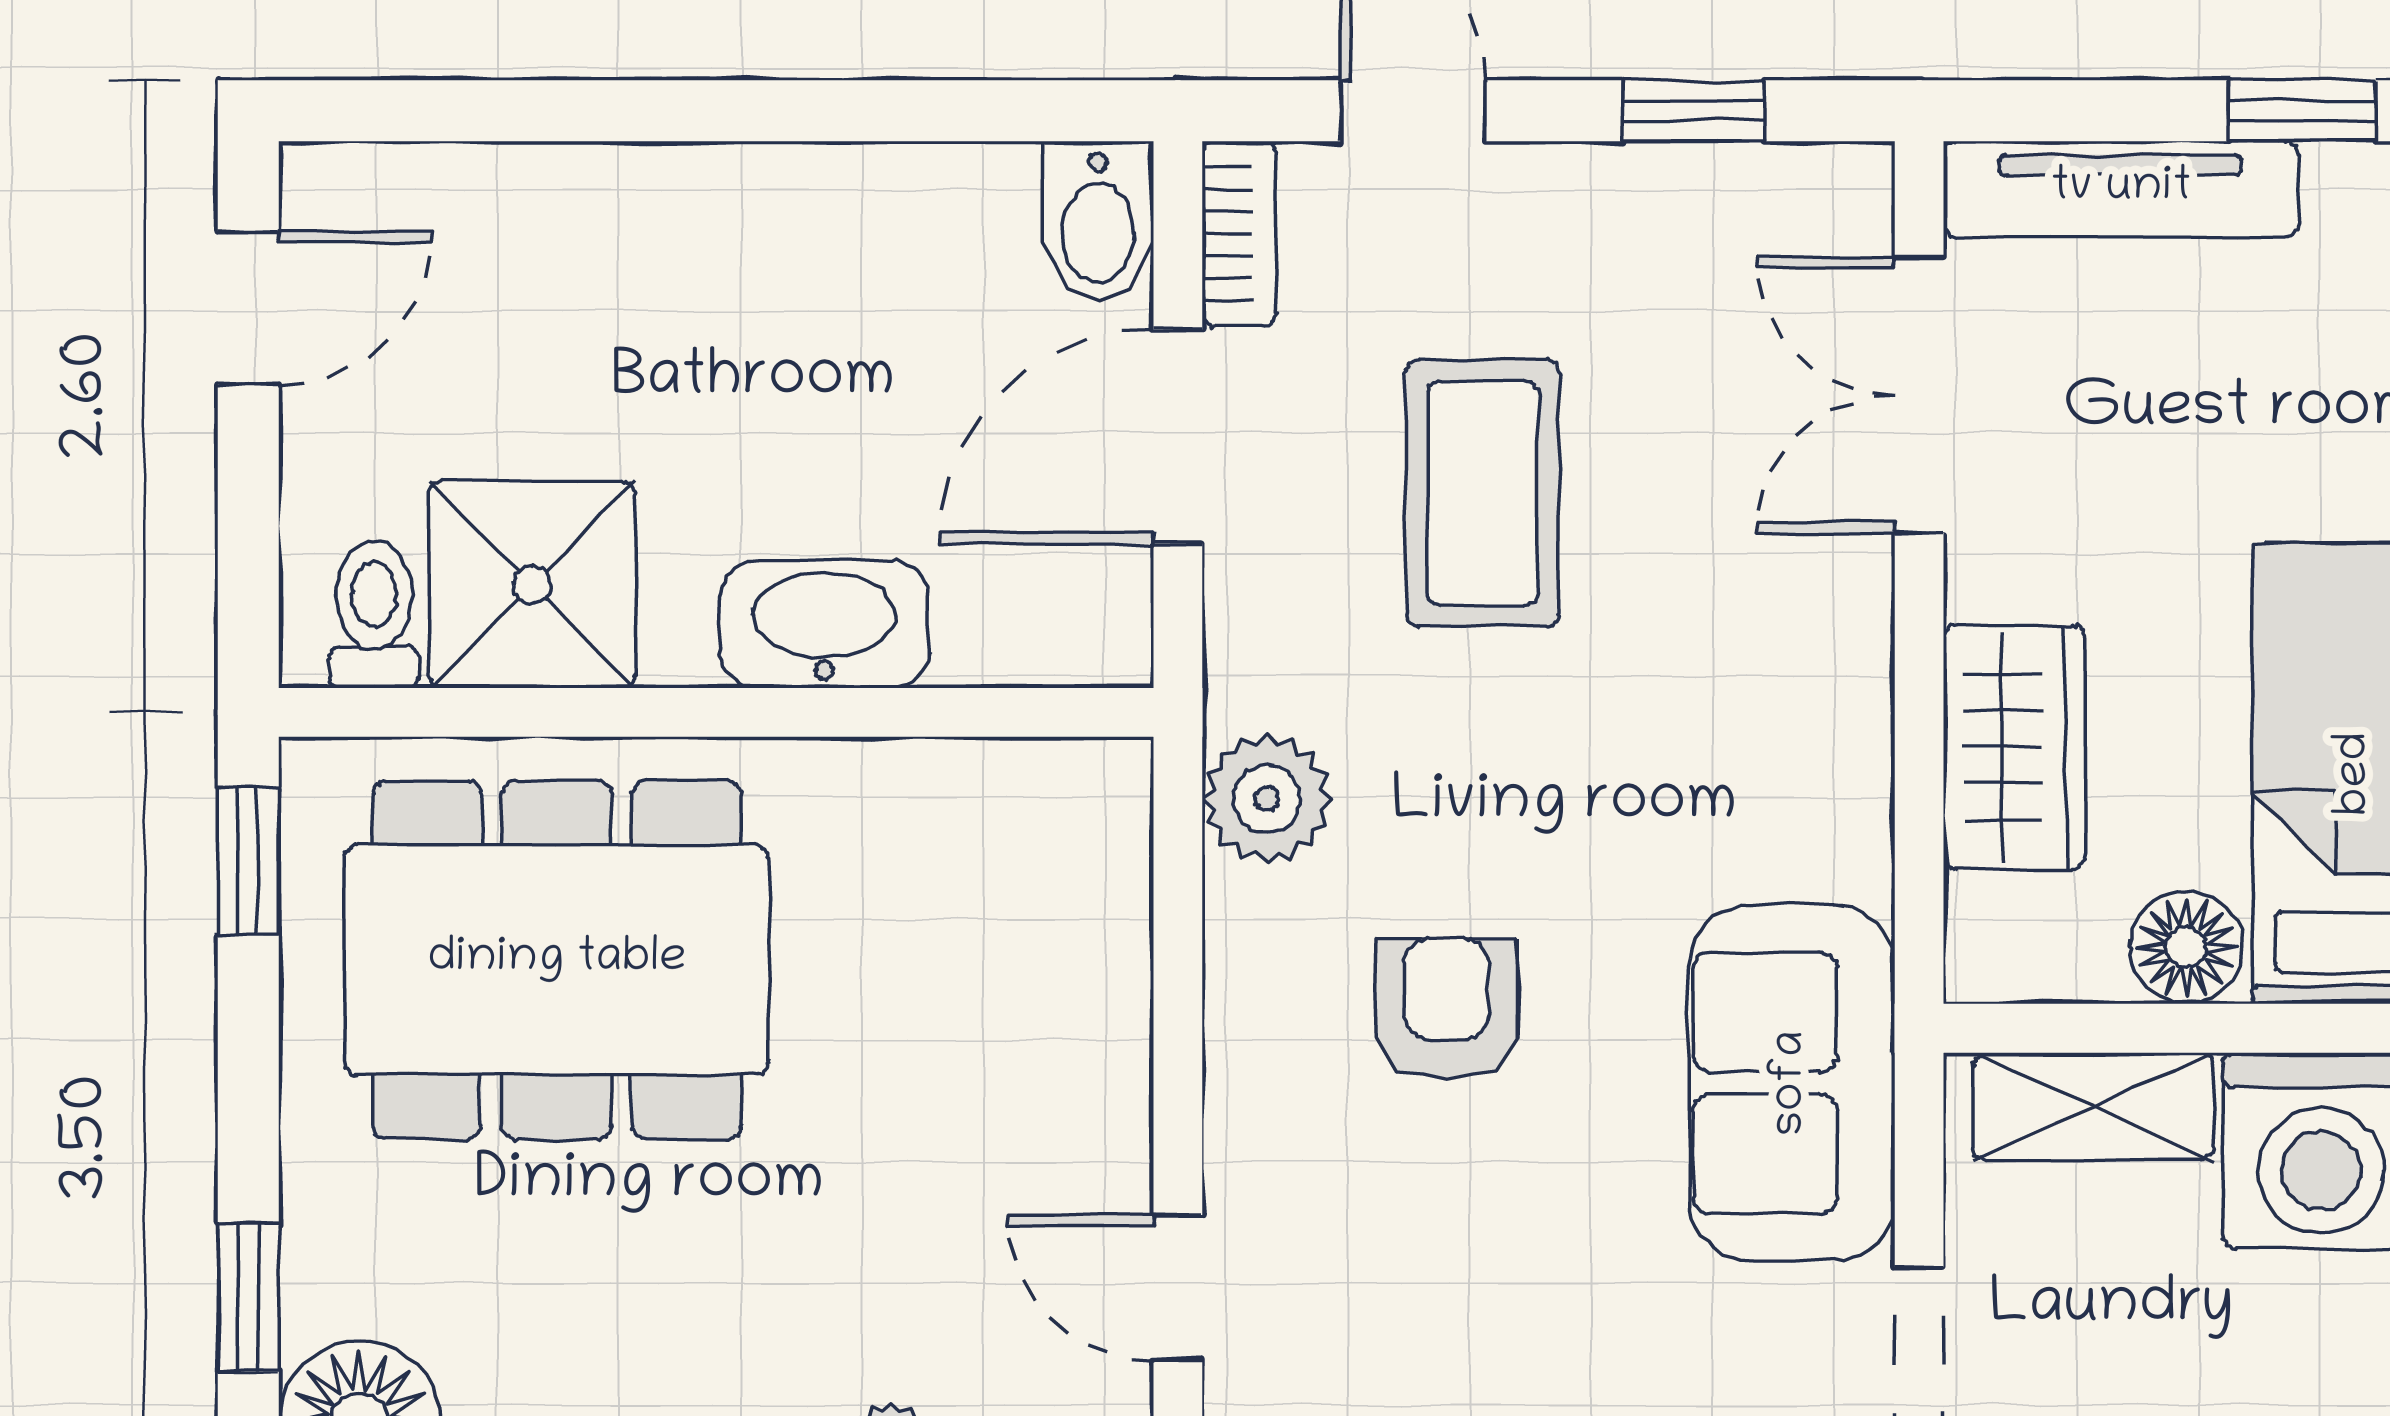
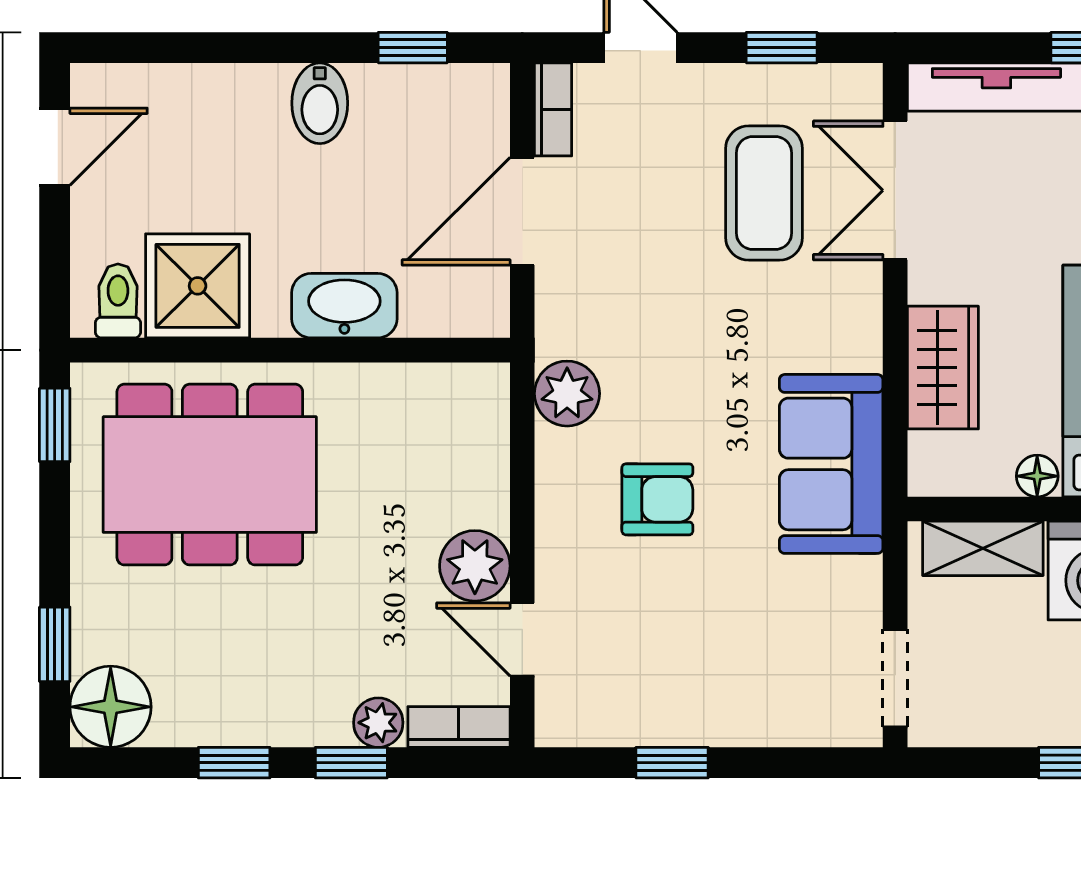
window: (960, 111) -> (413, 48), added
bidet: (1098, 221) -> (320, 103), moved
coffee table: (1483, 493) -> (764, 193), moved
floor lamp: (2186, 947) -> (1037, 476), width x0.73, depth x0.73
armchair: (1447, 1009) -> (657, 499), turned 90
sofa: (1792, 1083) -> (831, 464), moved
plant: (1083, 1141) -> (475, 566), added

